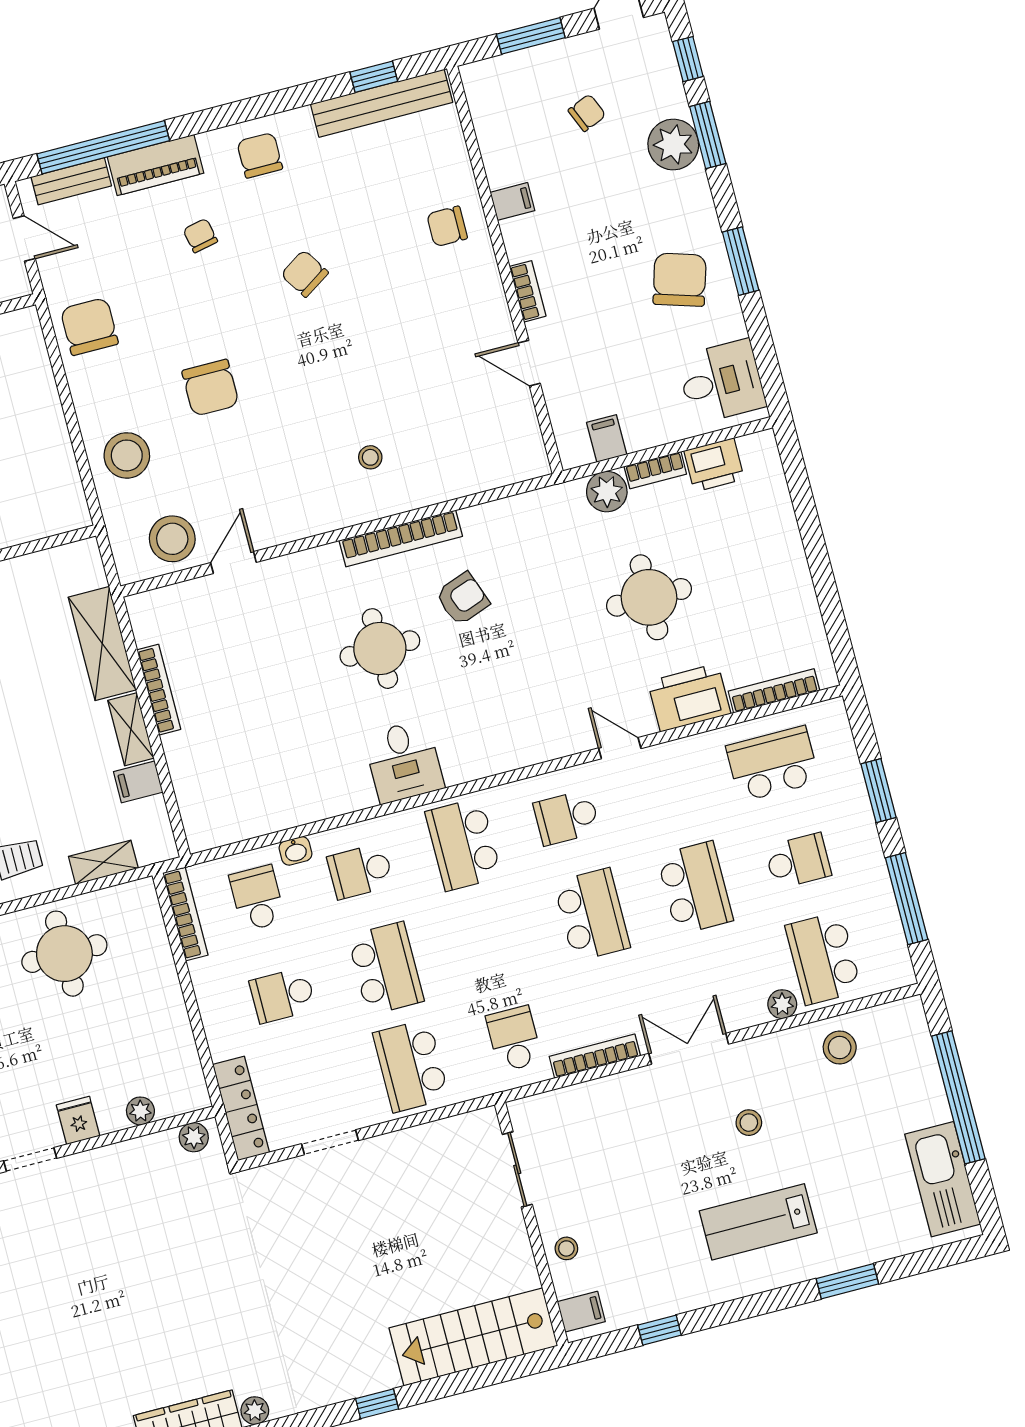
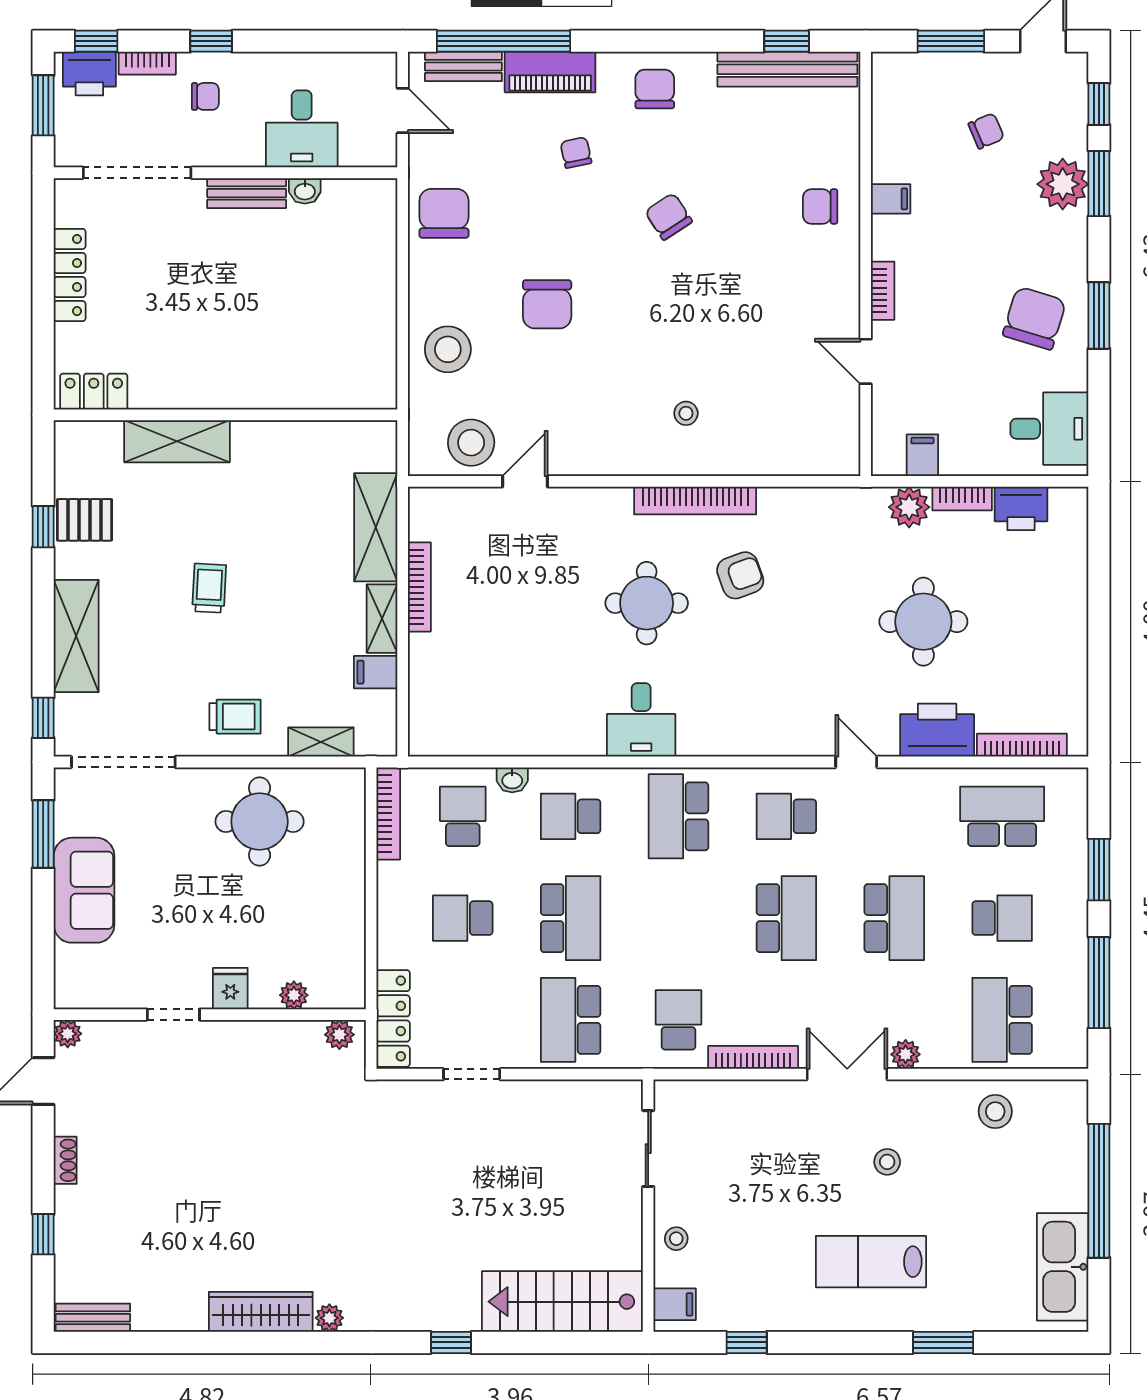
plant: (782, 1004) -> (906, 1054), moved

